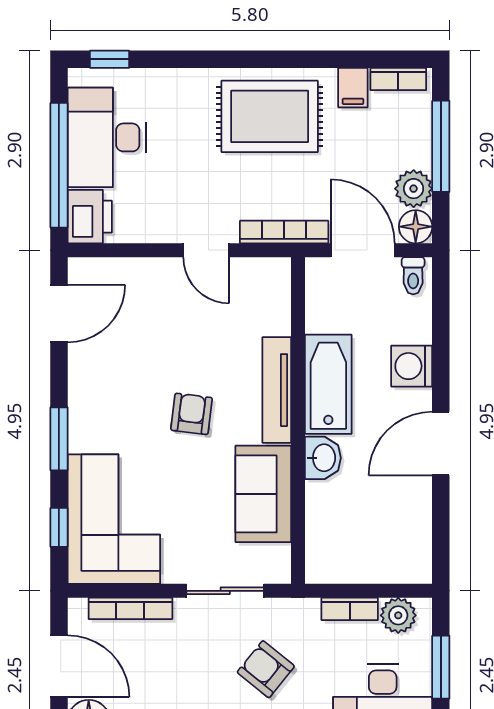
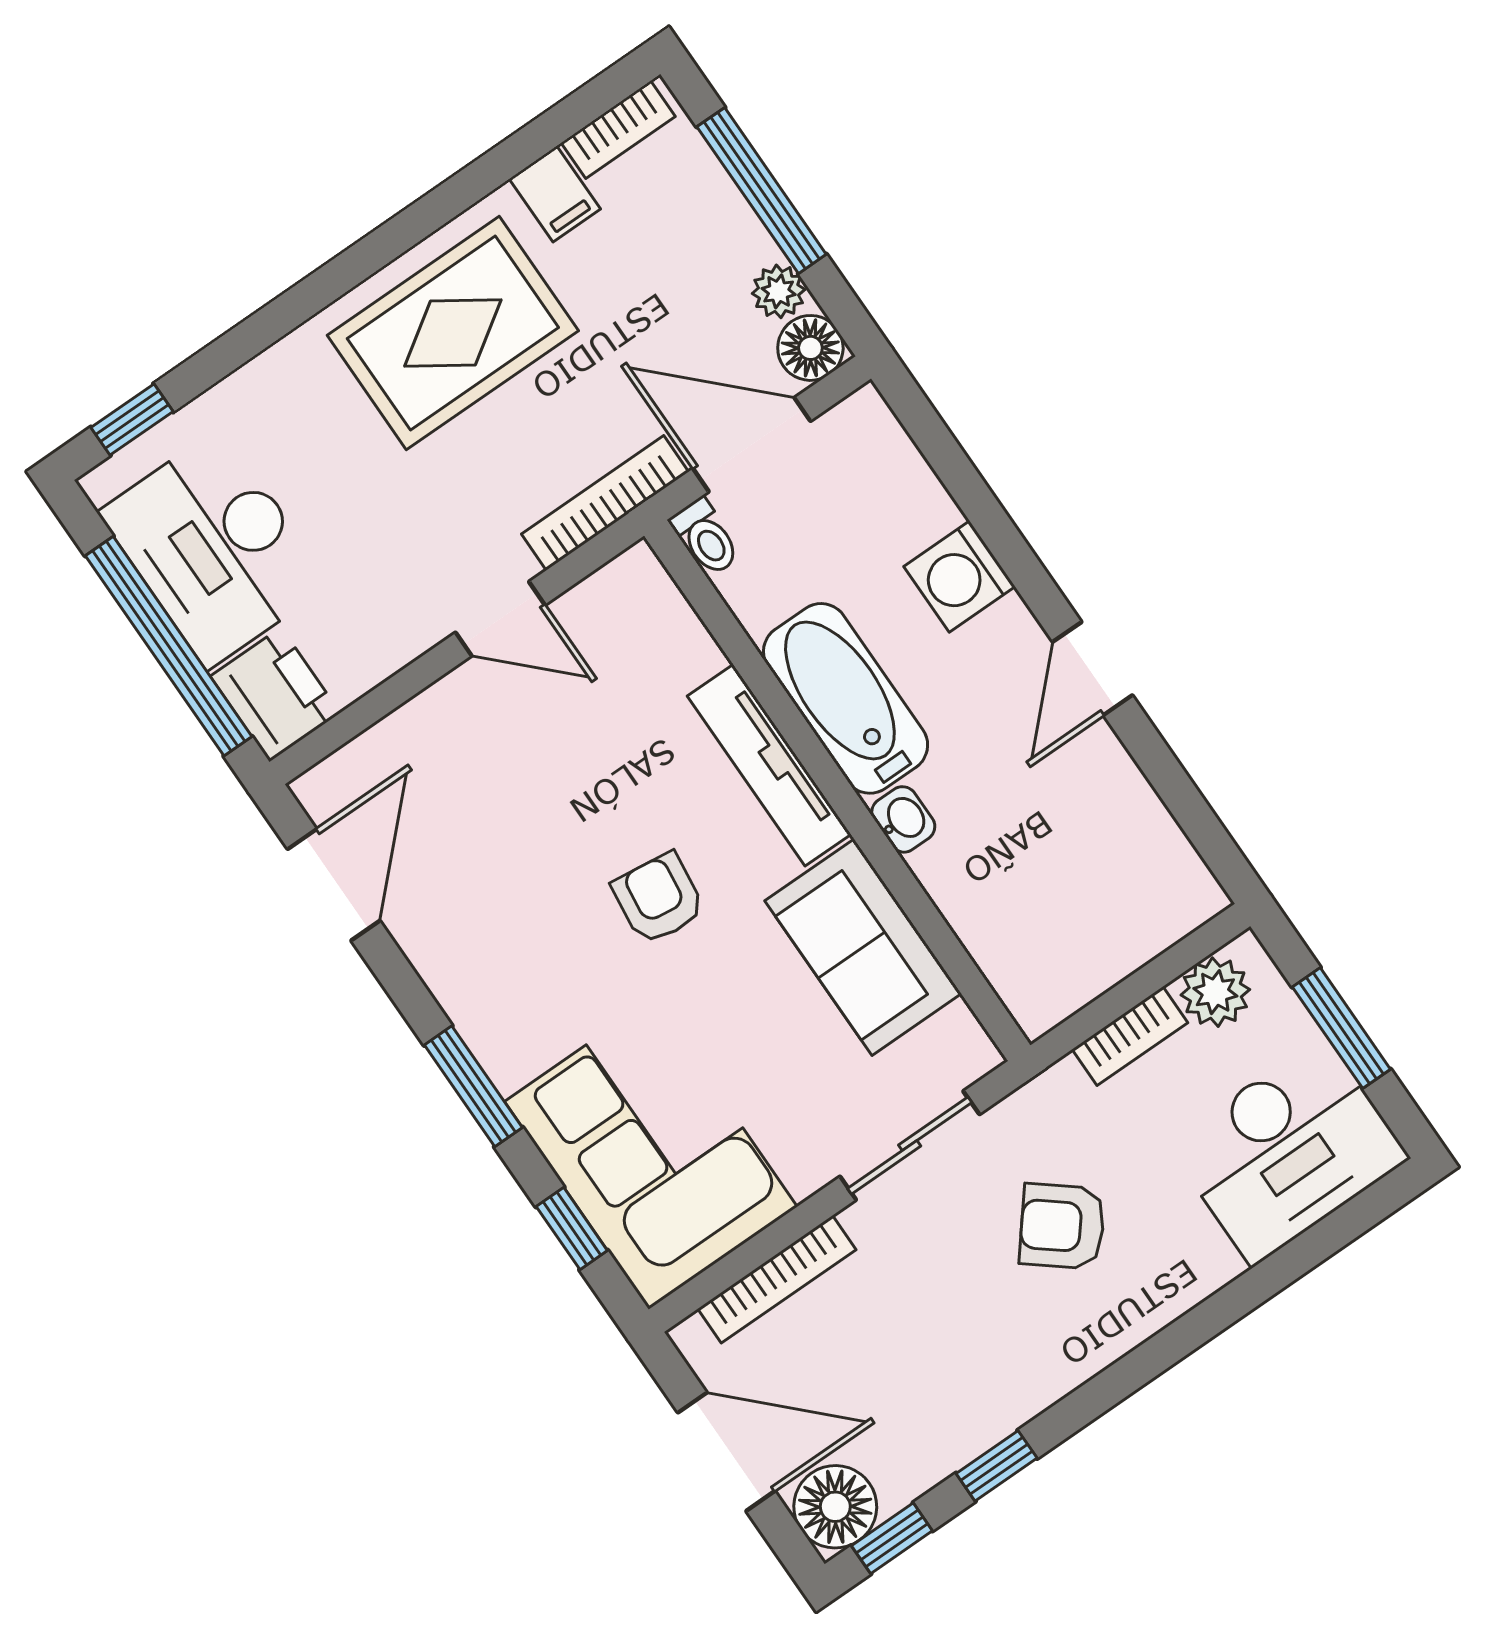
plant: (414, 189) -> (779, 291), width x0.73, depth x0.73
toilet: (413, 276) -> (705, 537), moved
door: (441, 444) -> (1093, 669), width x0.73
washbasin: (323, 458) -> (903, 819), width x0.72, depth x0.69

